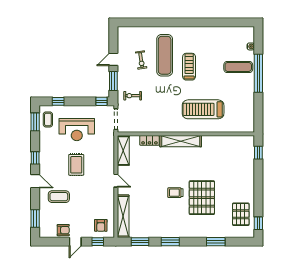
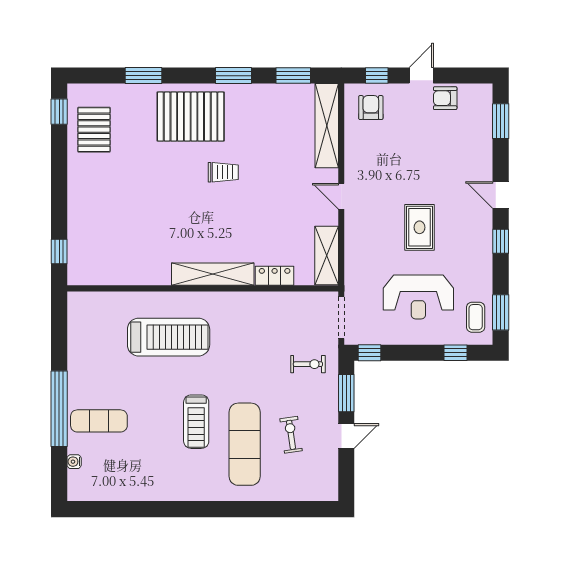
reception desk: (77, 130) -> (418, 297), turned 180
coffee table: (59, 197) -> (454, 164), removed
pallet: (202, 198) -> (191, 117), moved, turned 90

